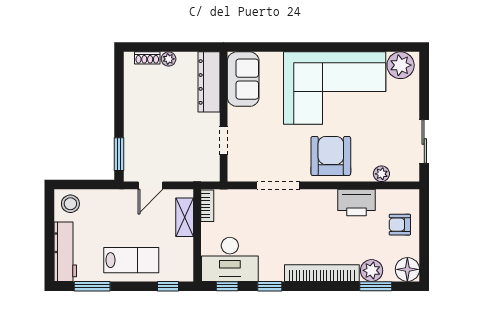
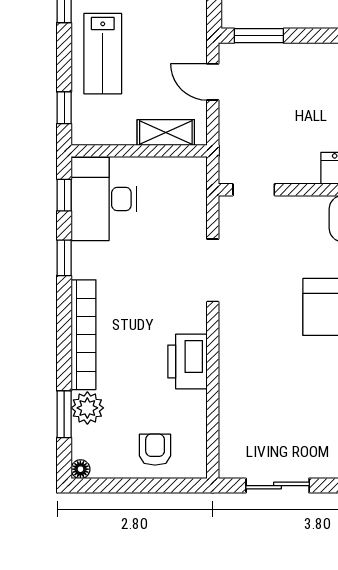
doorway: (224, 140) -> (254, 190), moved
armchair: (331, 156) -> (256, 348), removed
plant: (381, 174) -> (230, 423), removed
printer: (356, 203) -> (187, 361), moved
bookcase: (207, 206) -> (183, 166), removed
floor lamp: (407, 269) -> (80, 469), width x0.53, depth x0.53

